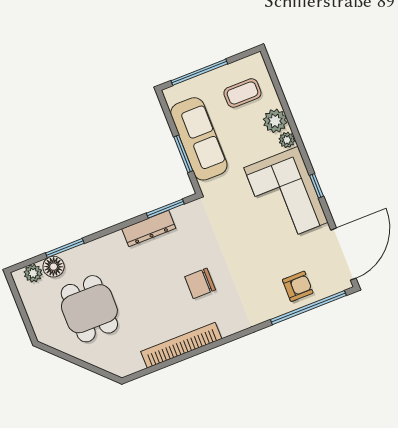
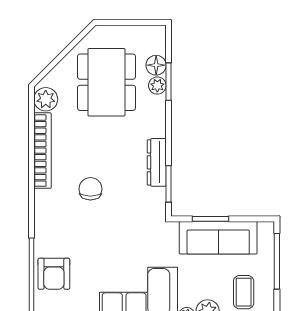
plant: (33, 273) -> (157, 86), moved
armchair: (298, 286) -> (54, 274), width x1.38, depth x1.38
dining table: (89, 309) -> (106, 82), width x1.38
plant: (130, 362) -> (46, 99), added

